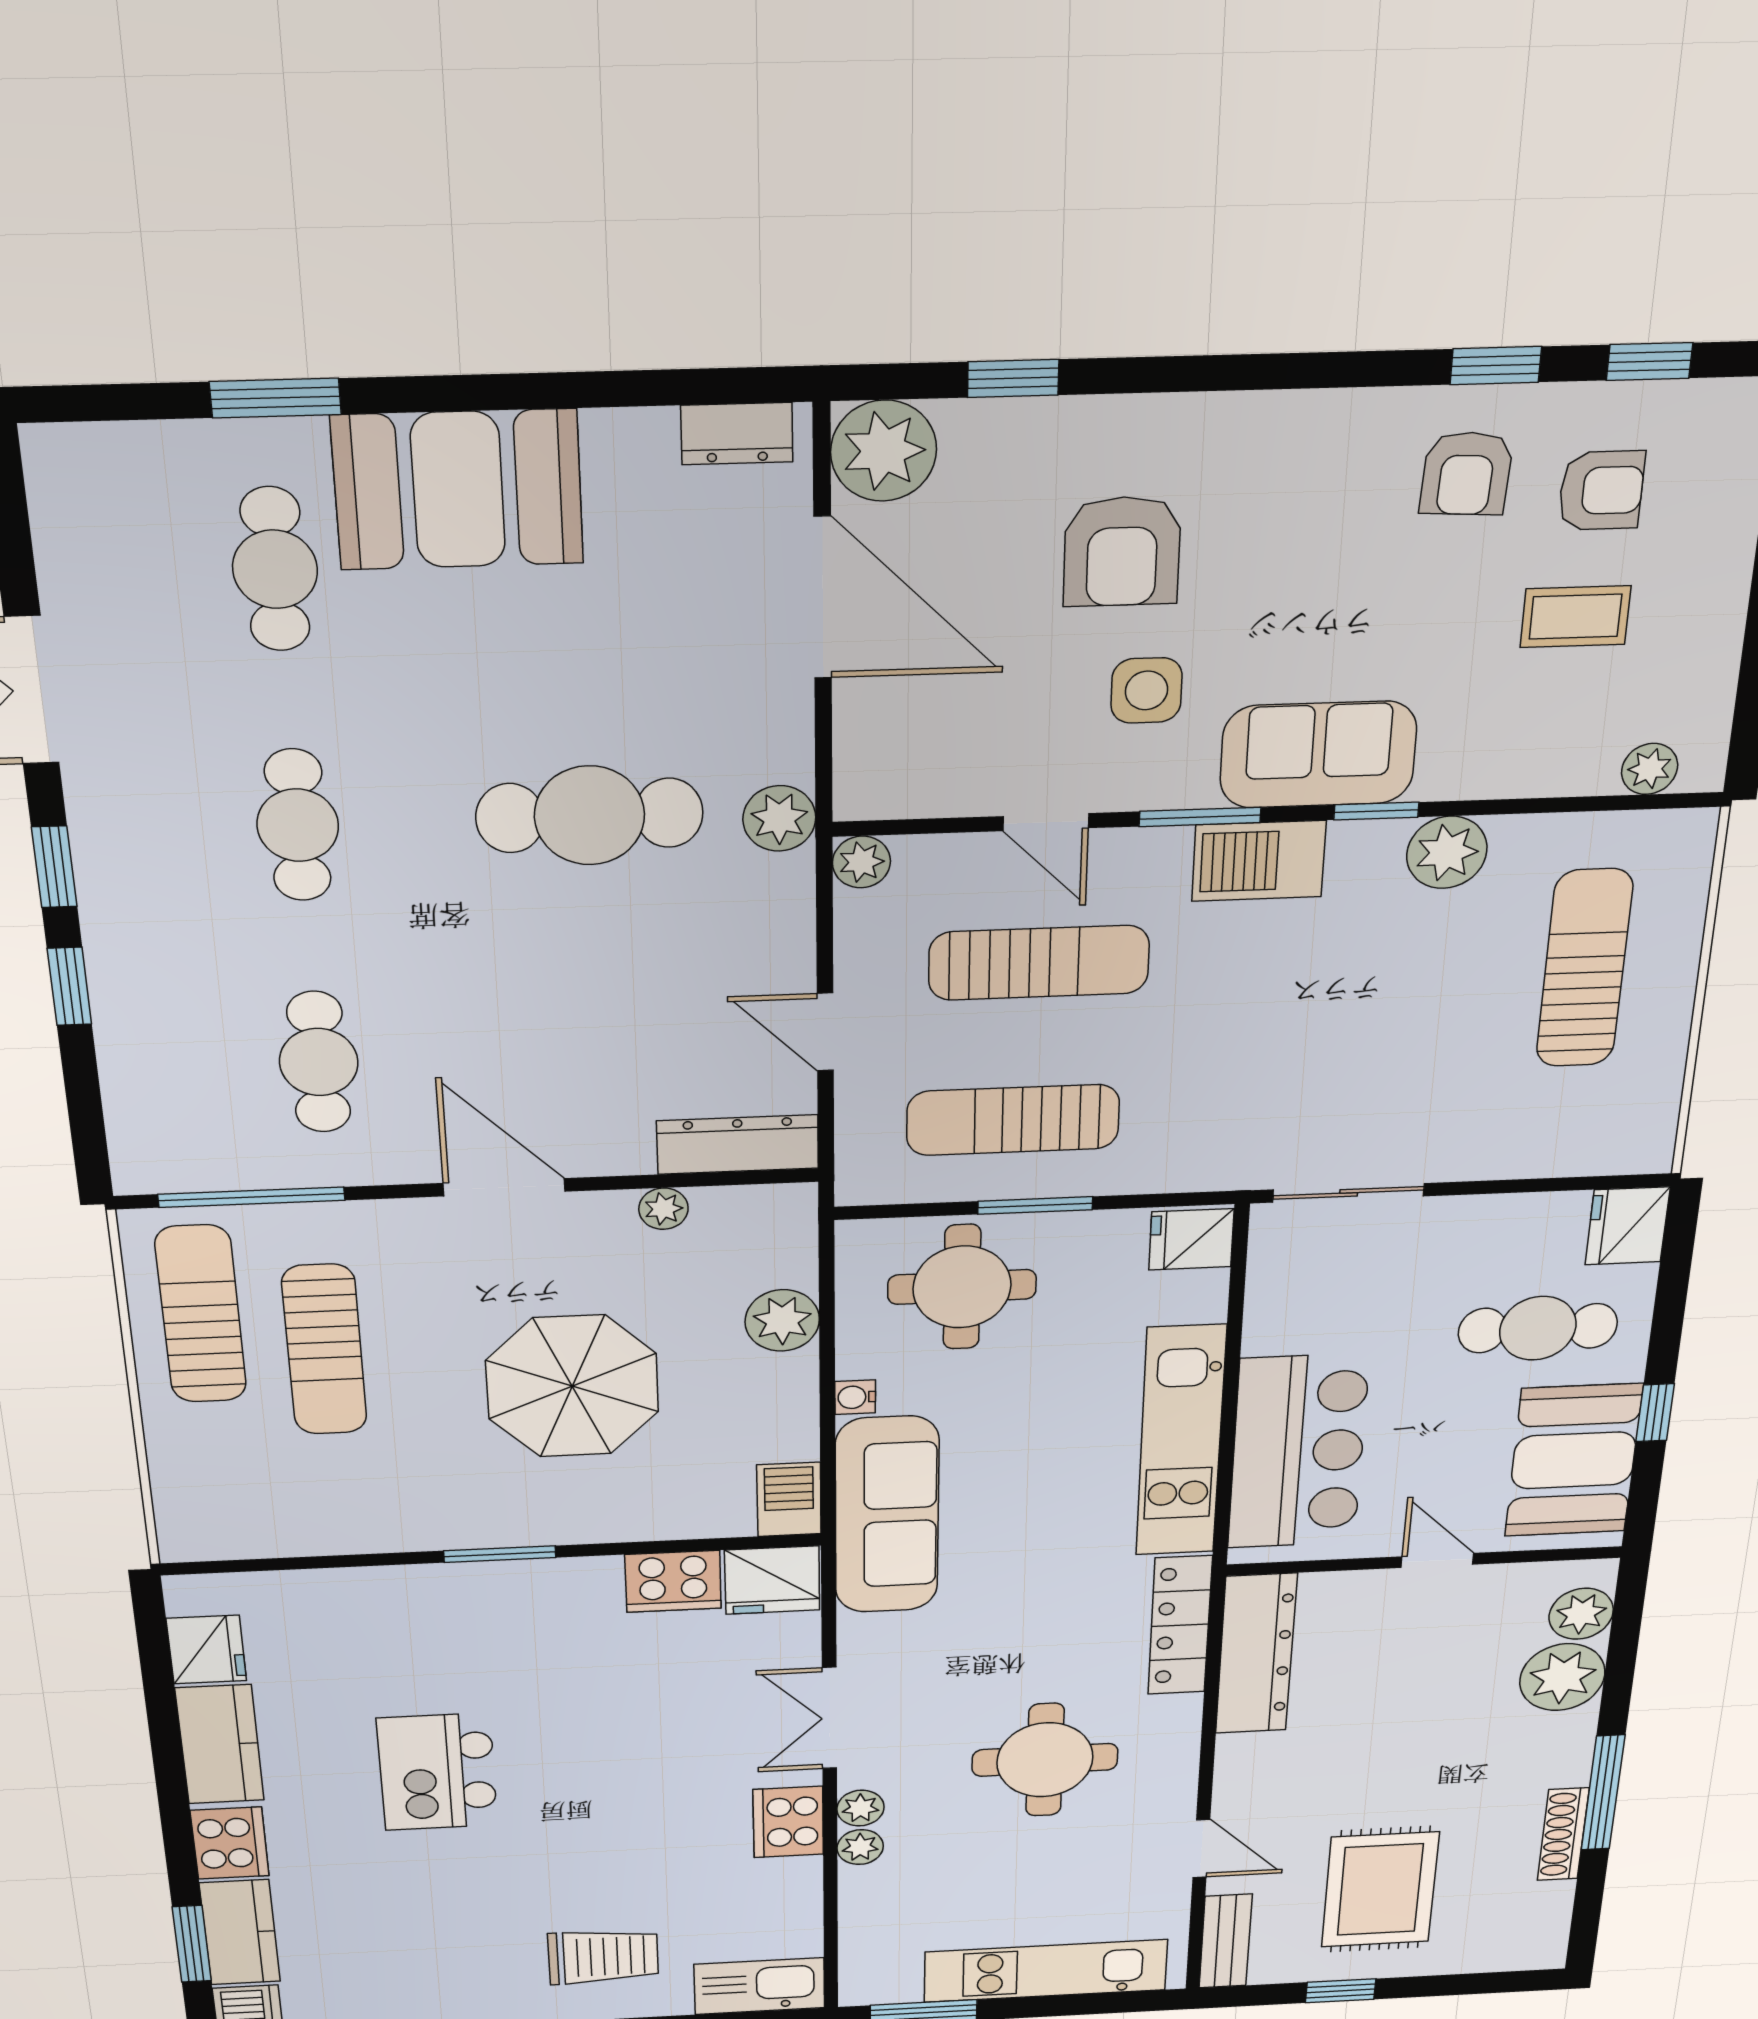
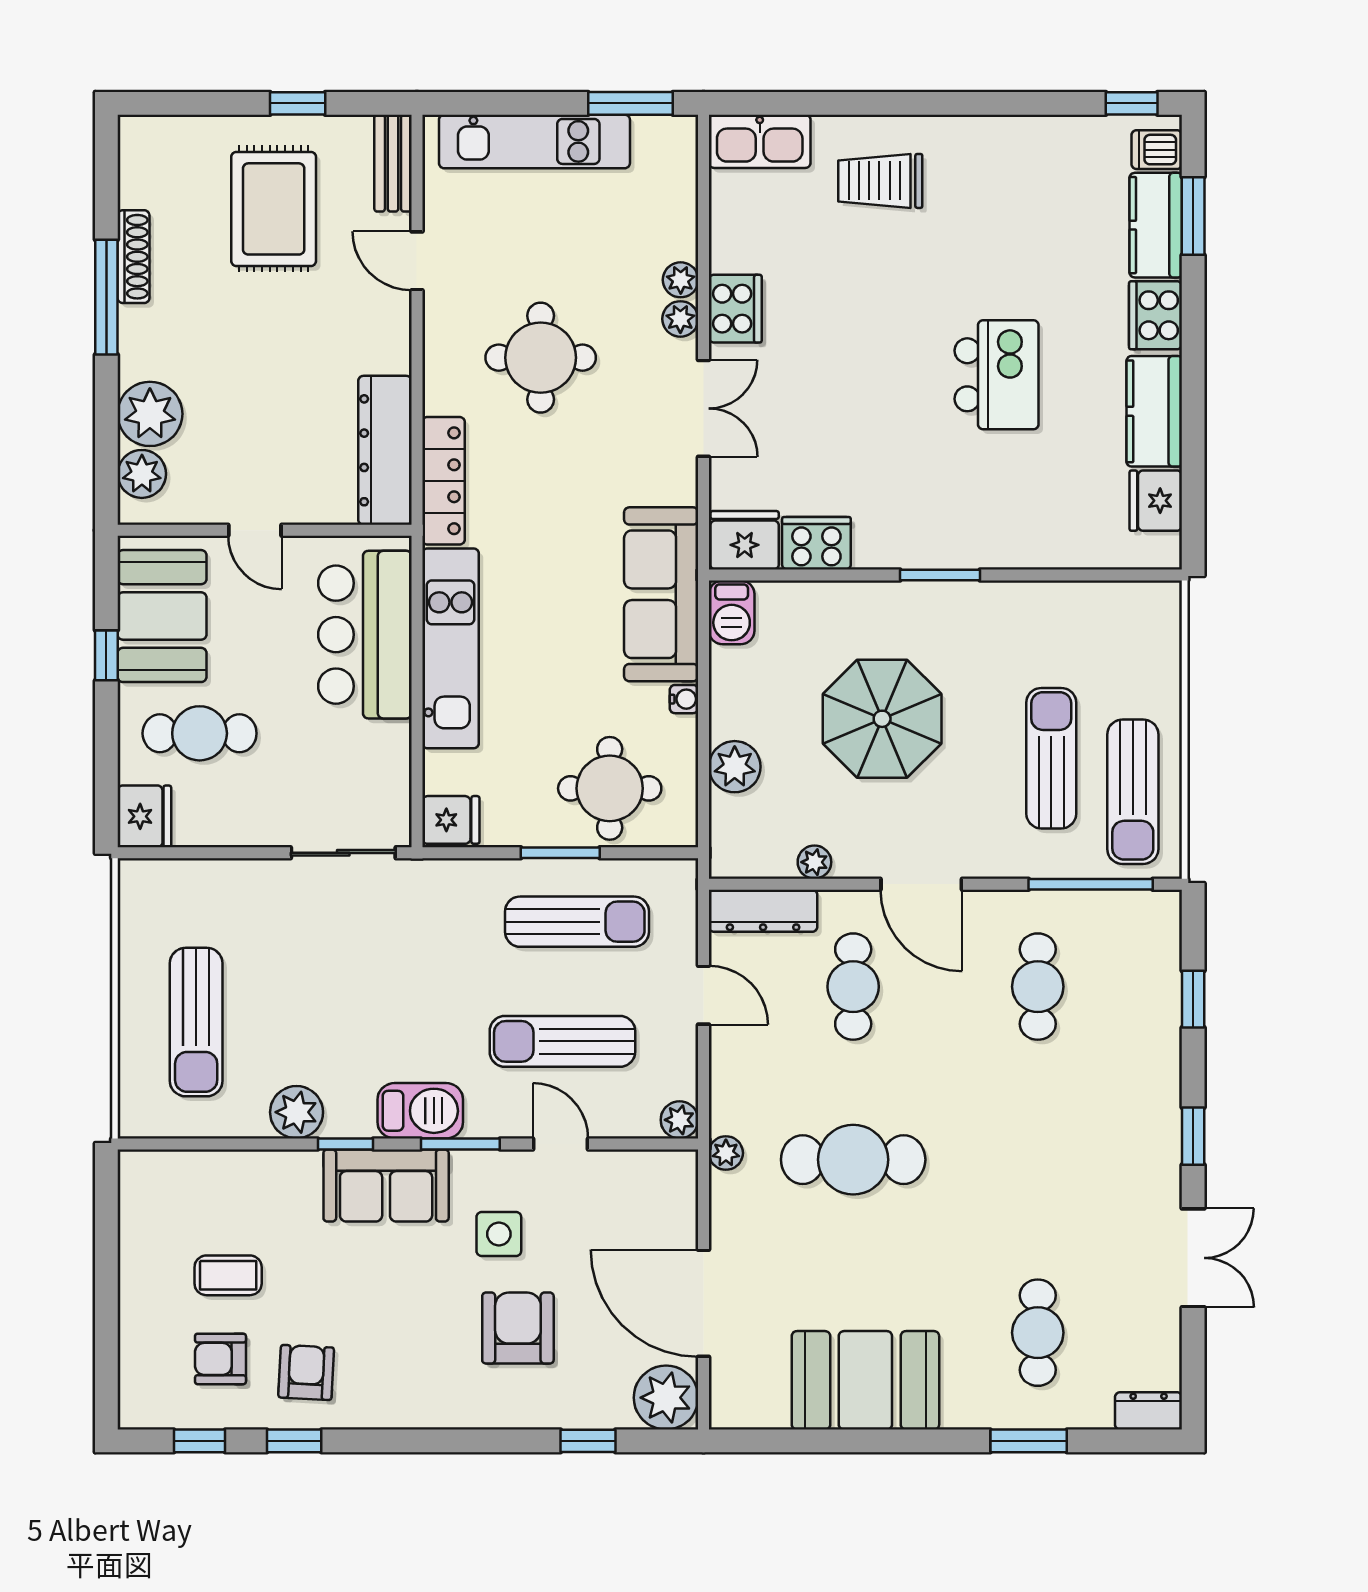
dresser: (737, 434) -> (1149, 1411), moved
booth: (458, 490) -> (865, 1380), moved
plant: (1650, 769) -> (168, 1168), removed
plant: (779, 818) -> (726, 1153), width x0.73, depth x0.73
cafe table: (298, 825) -> (853, 987), moved
window: (69, 986) -> (1193, 999), moved

